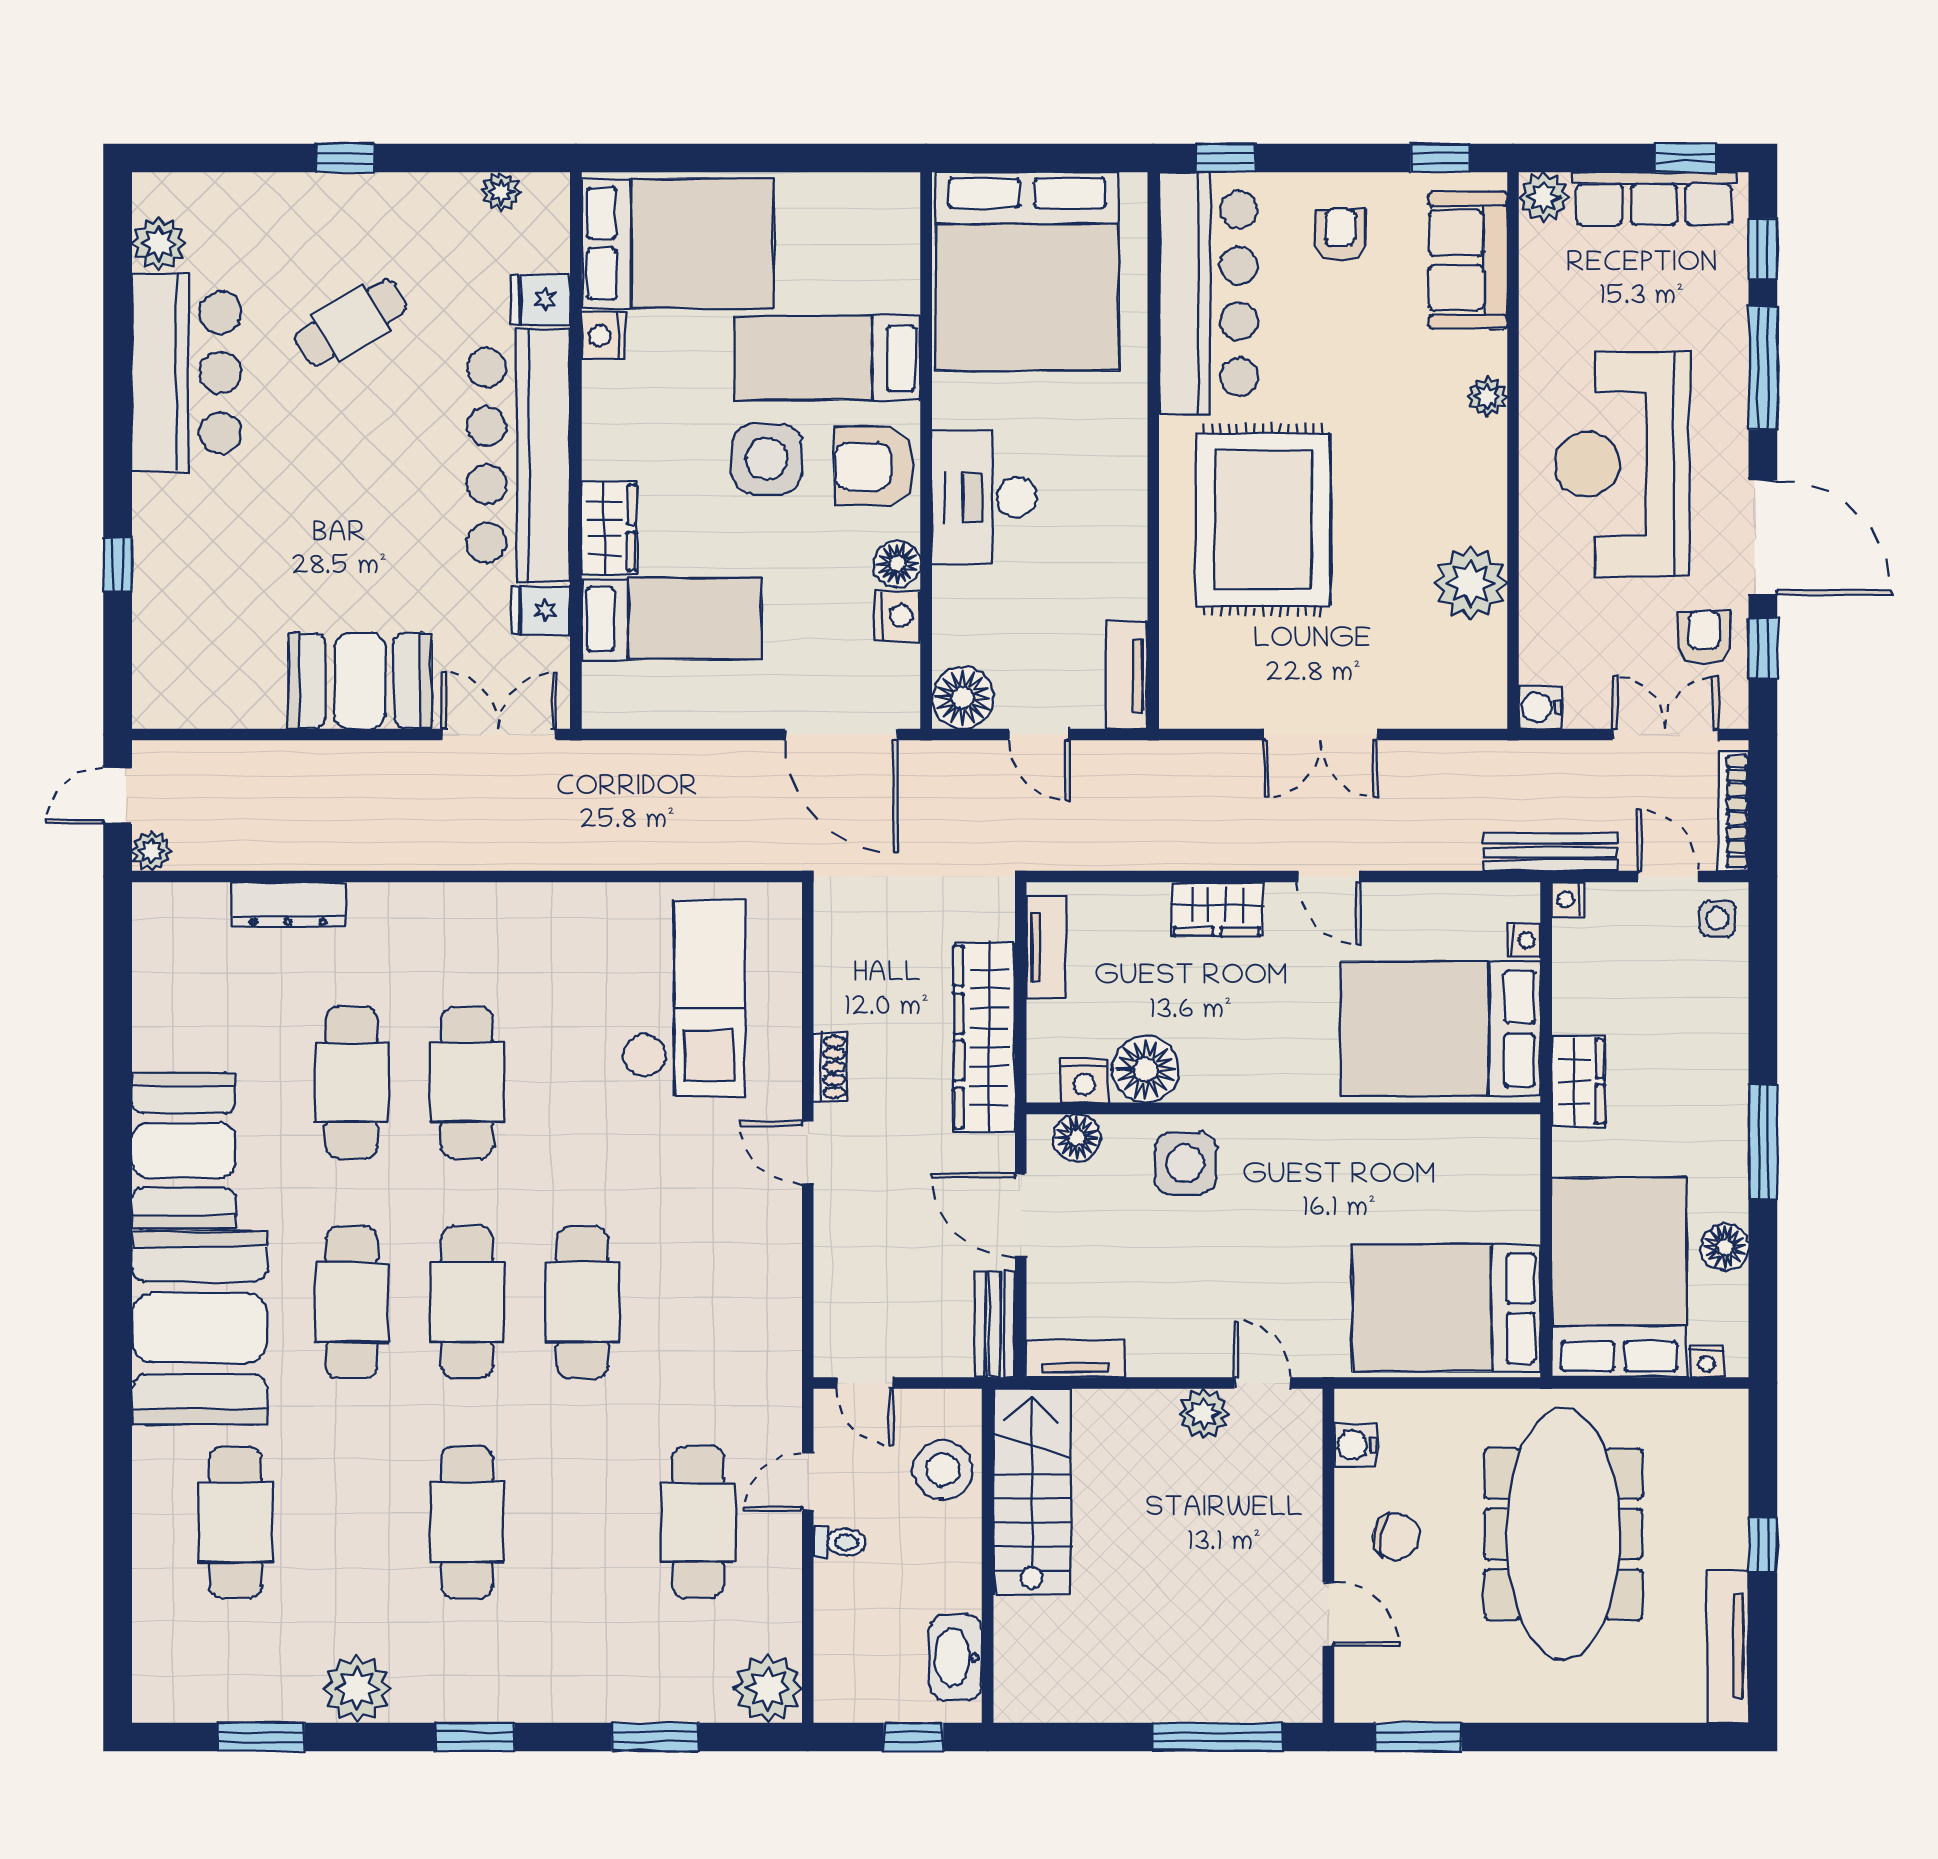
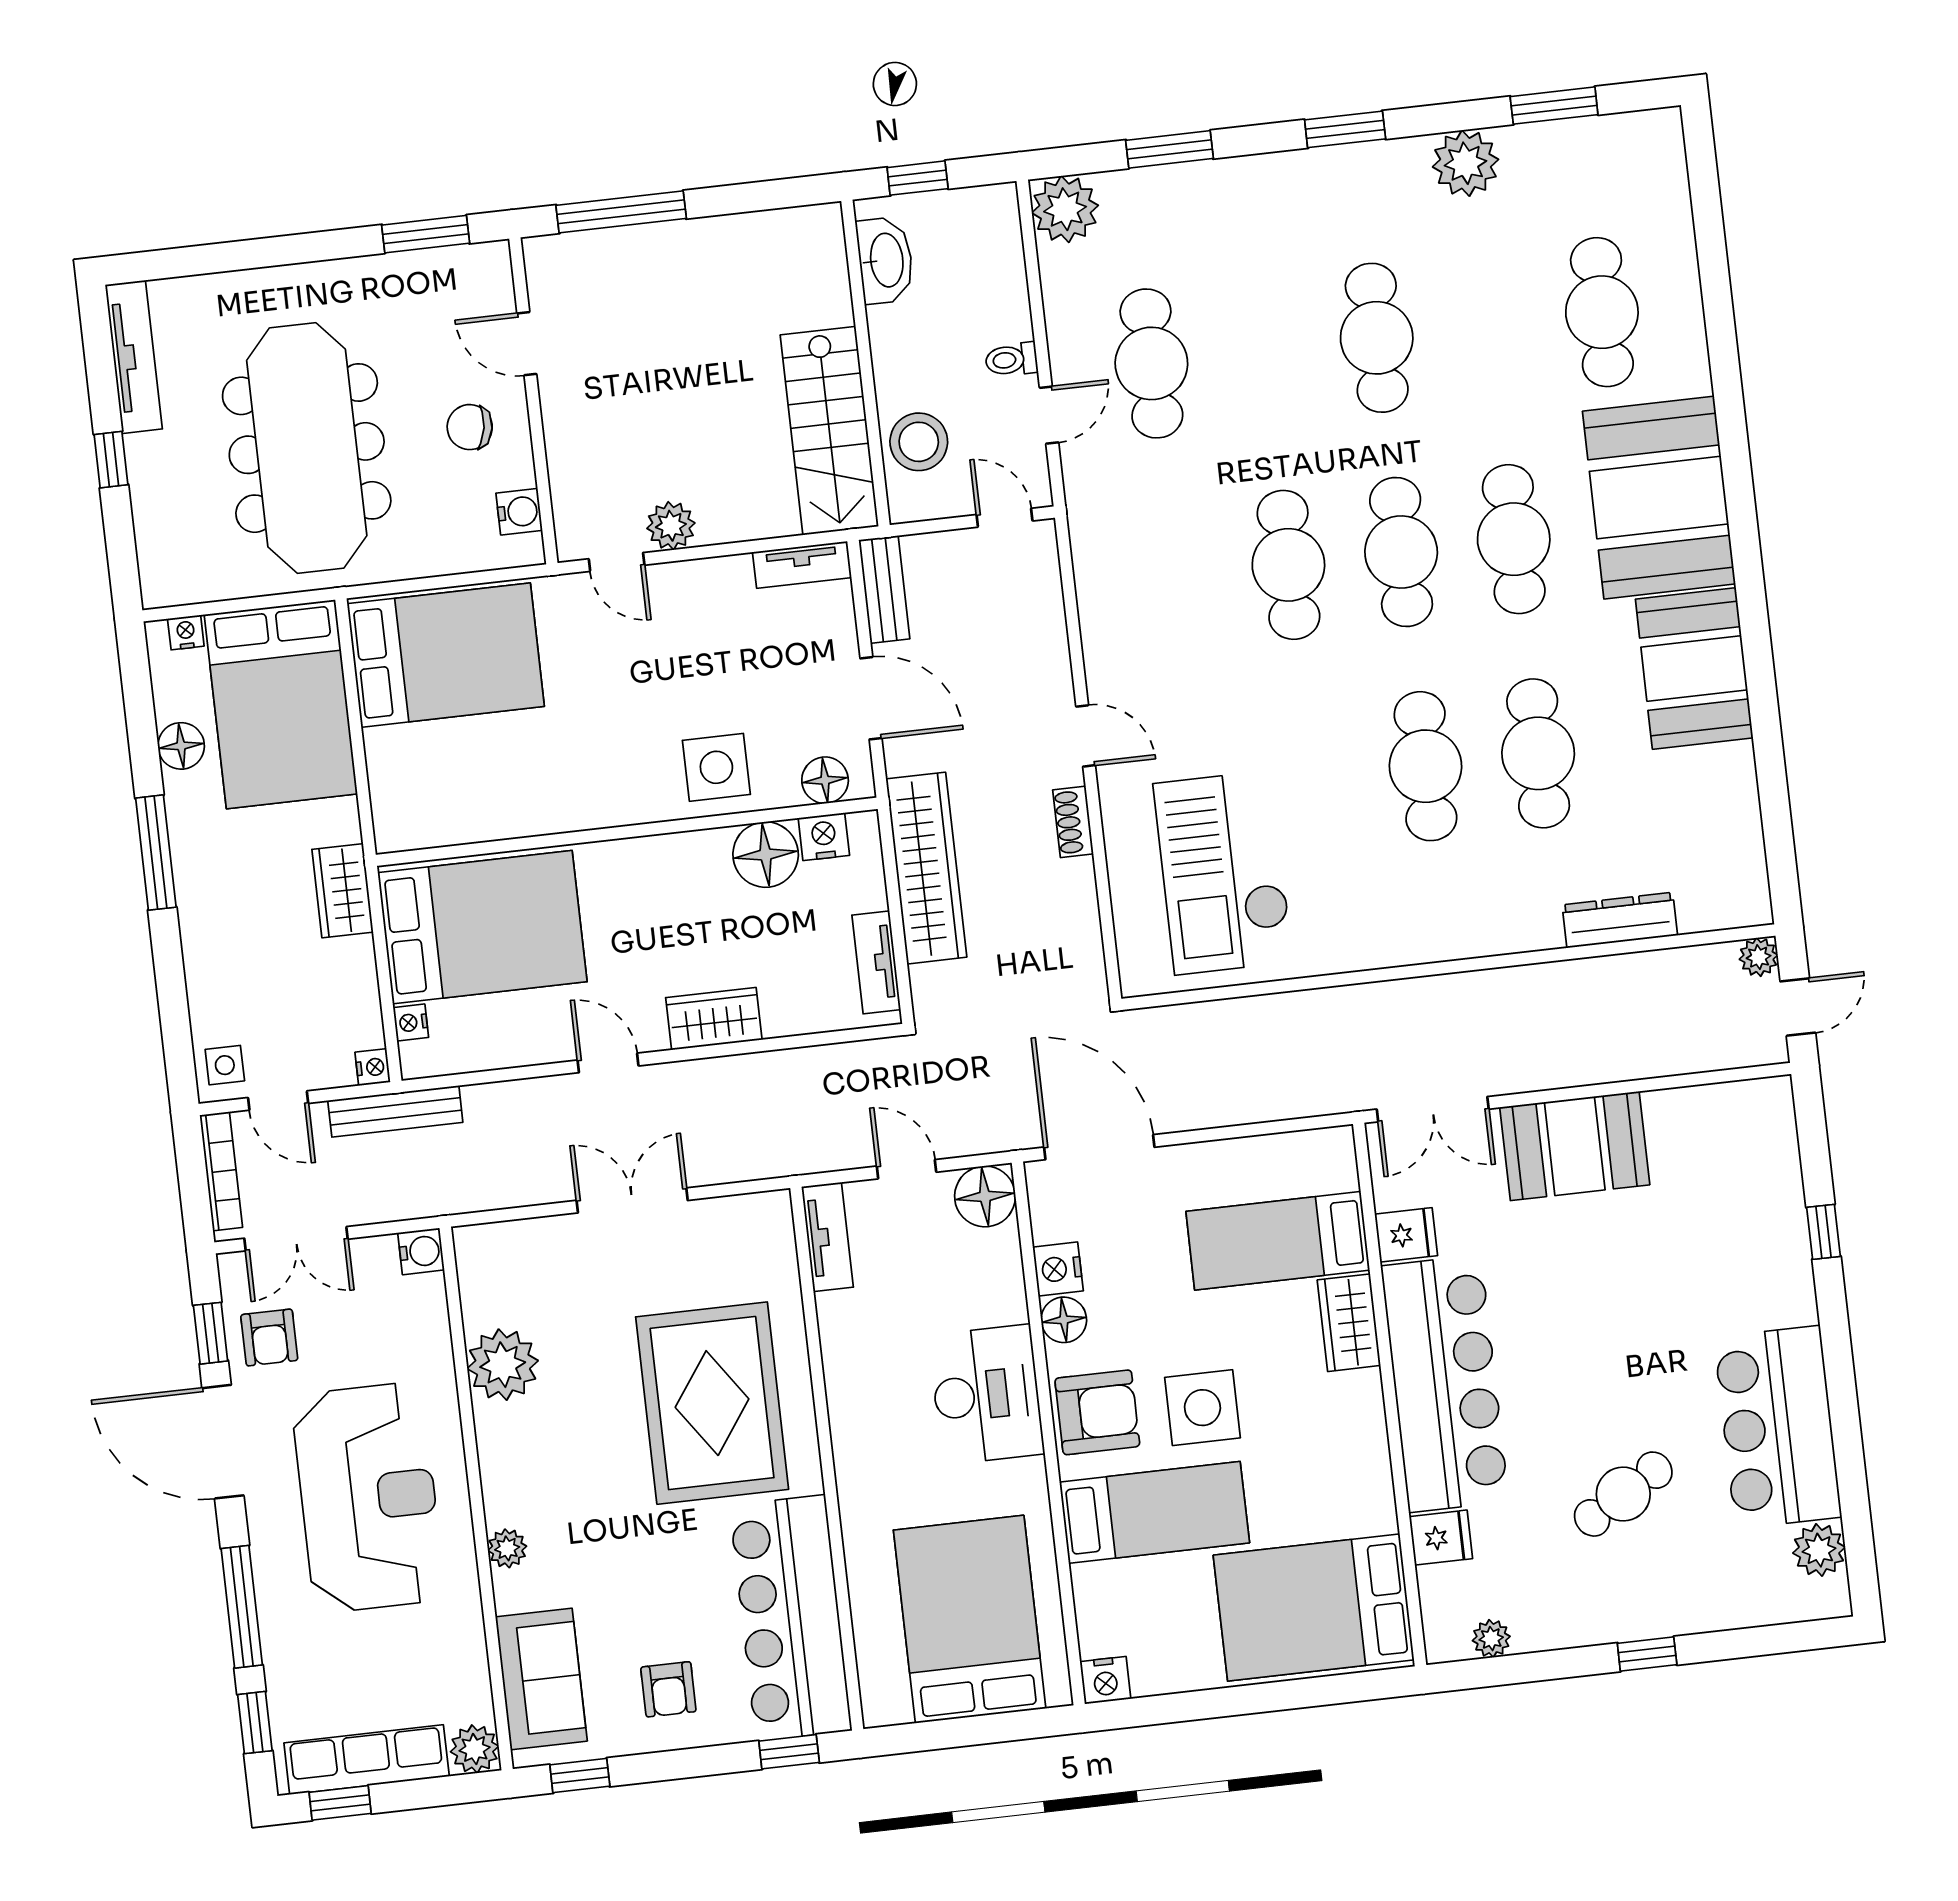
bed: (1027, 271) -> (970, 1619), width x0.73
nightstand: (603, 336) -> (1105, 1680), moved, turned 90

